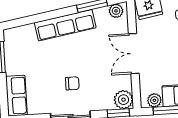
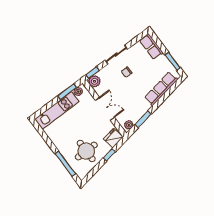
row of seats: (65, 25) -> (161, 89), moved

